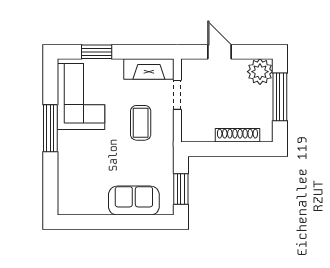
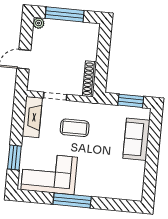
plant: (260, 72) -> (39, 23), width x0.53, depth x0.53
shoe rack: (237, 135) -> (90, 79), moved

